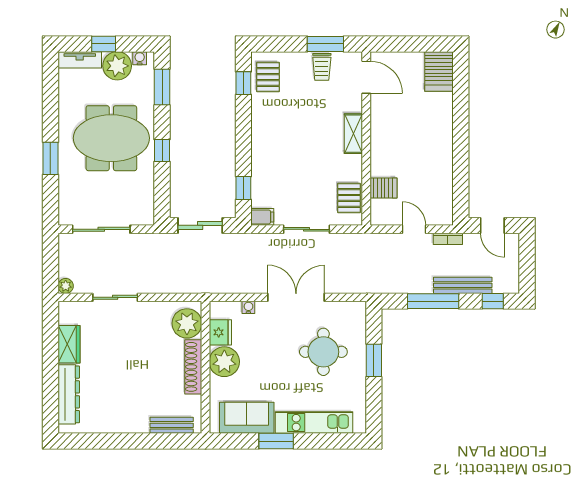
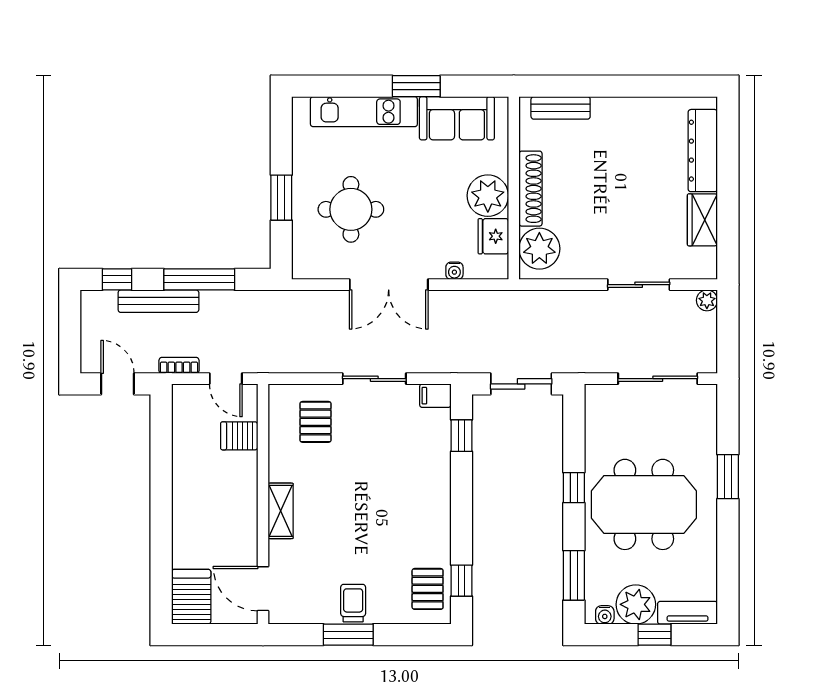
door: (366, 77) -> (263, 589), moved
shelving: (353, 134) -> (281, 511), moved
wall: (366, 139) -> (263, 504), moved
server rack: (383, 188) -> (239, 436), moved

